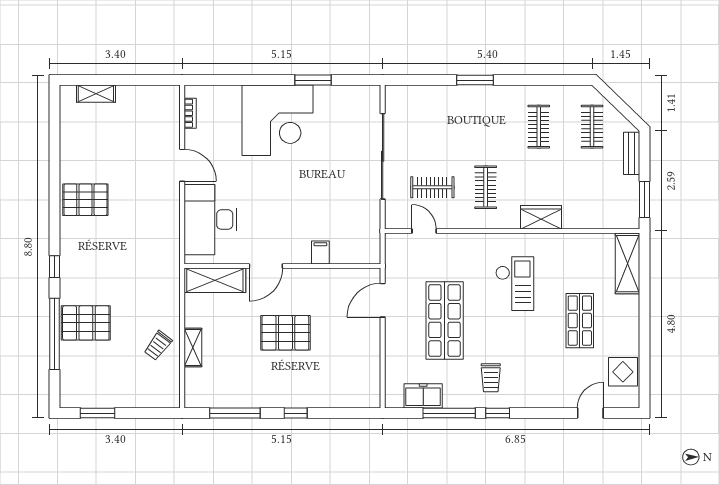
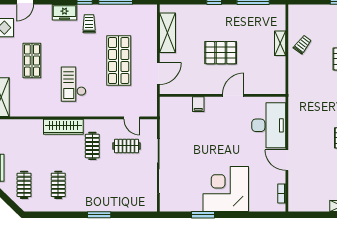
wardrobe: (541, 217) -> (63, 127), width x1.50
shelving: (215, 280) -> (168, 33), moved, turned 90
freezer: (423, 396) -> (64, 12), moved

